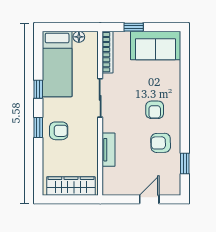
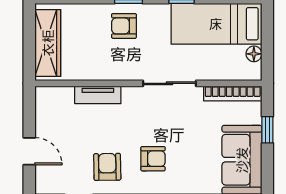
armchair: (155, 110) -> (153, 159), turned 180
armchair: (59, 131) -> (124, 26), turned 90

